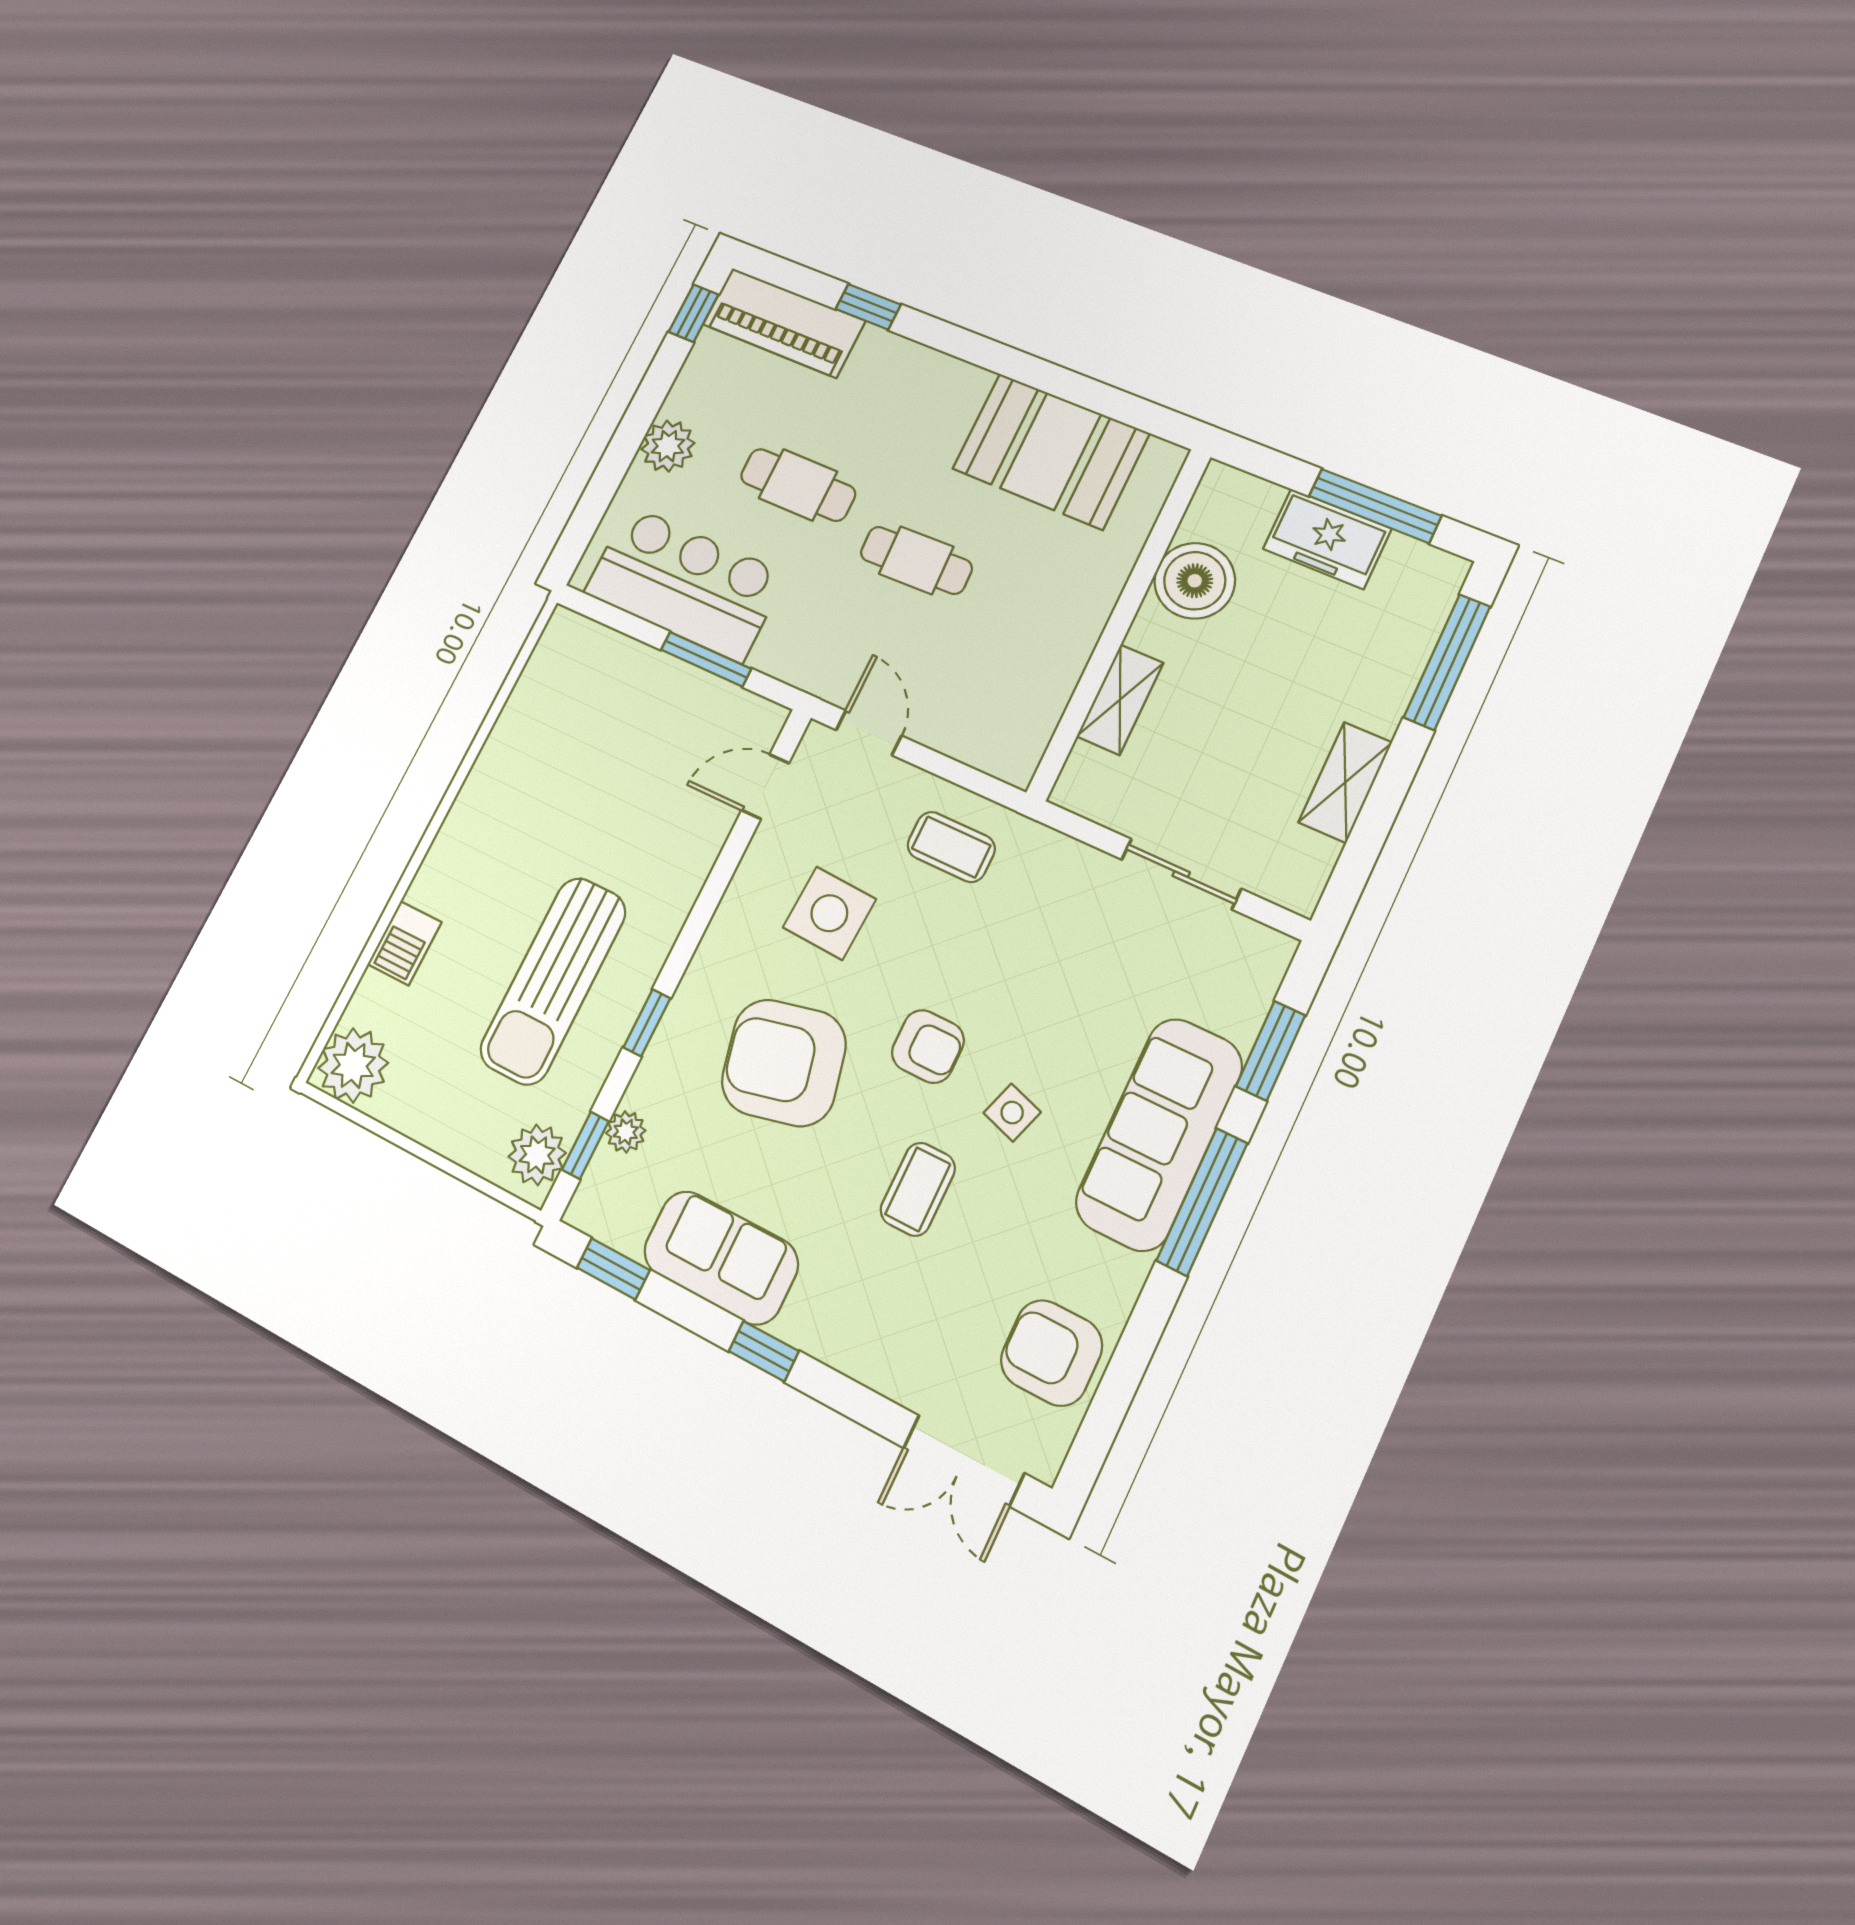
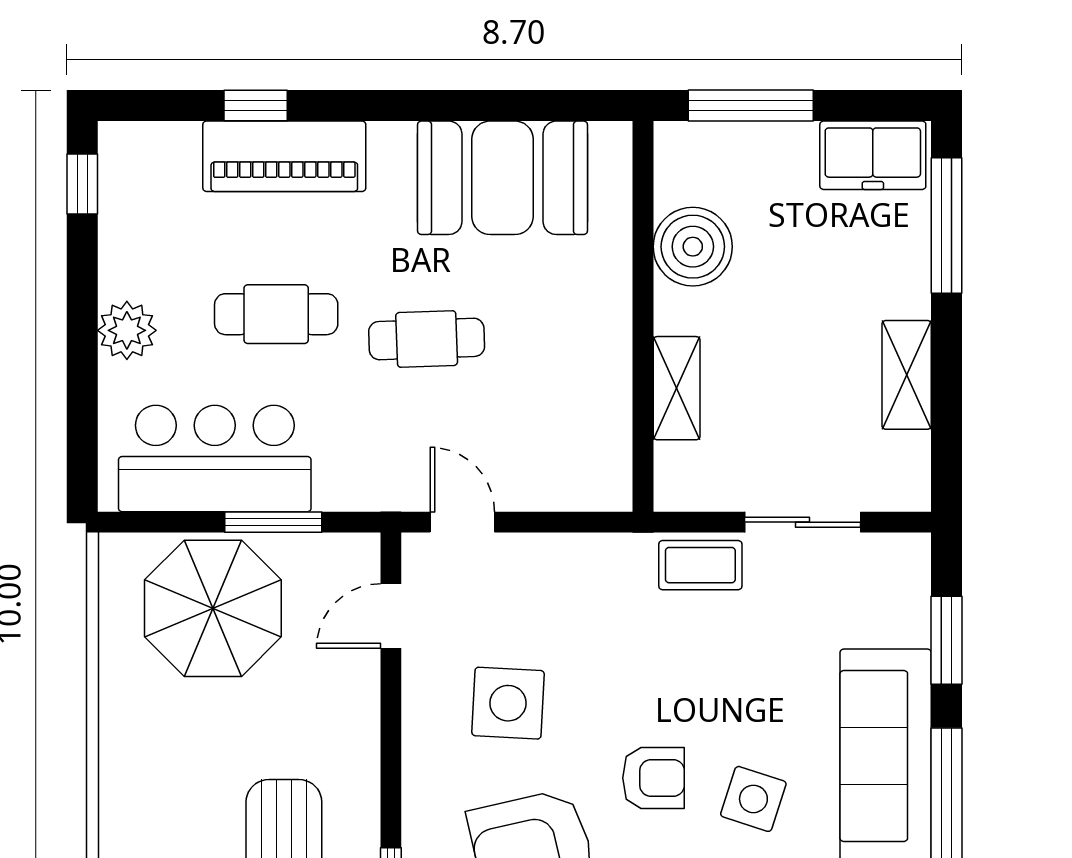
piano: (784, 323) -> (284, 156), moved
window: (1375, 506) -> (751, 105), moved
freezer: (1327, 539) -> (873, 155), moved
parasol: (618, 710) -> (213, 608), added
coffee table: (951, 847) -> (700, 565), moved
side table: (1012, 1113) -> (753, 799), width x1.37, depth x1.37

